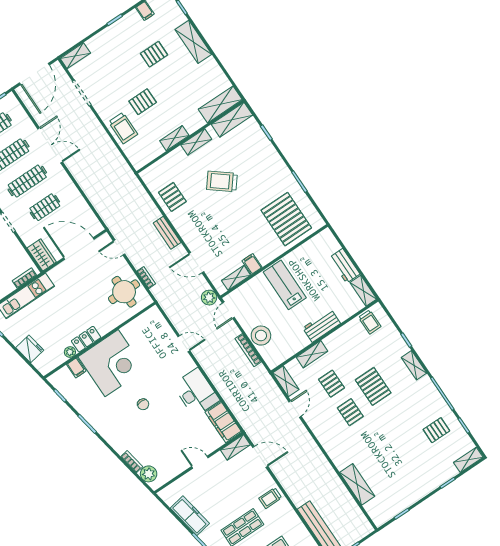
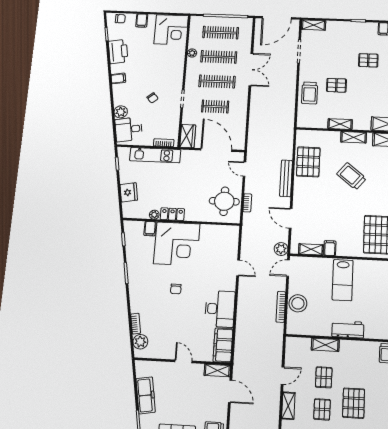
pallet: (172, 197) -> (308, 162), width x1.50, depth x1.42
bench: (167, 233) -> (286, 178), width x1.36
lab bench: (285, 285) -> (343, 280), turned 180
shelving: (286, 381) -> (288, 406), moved

